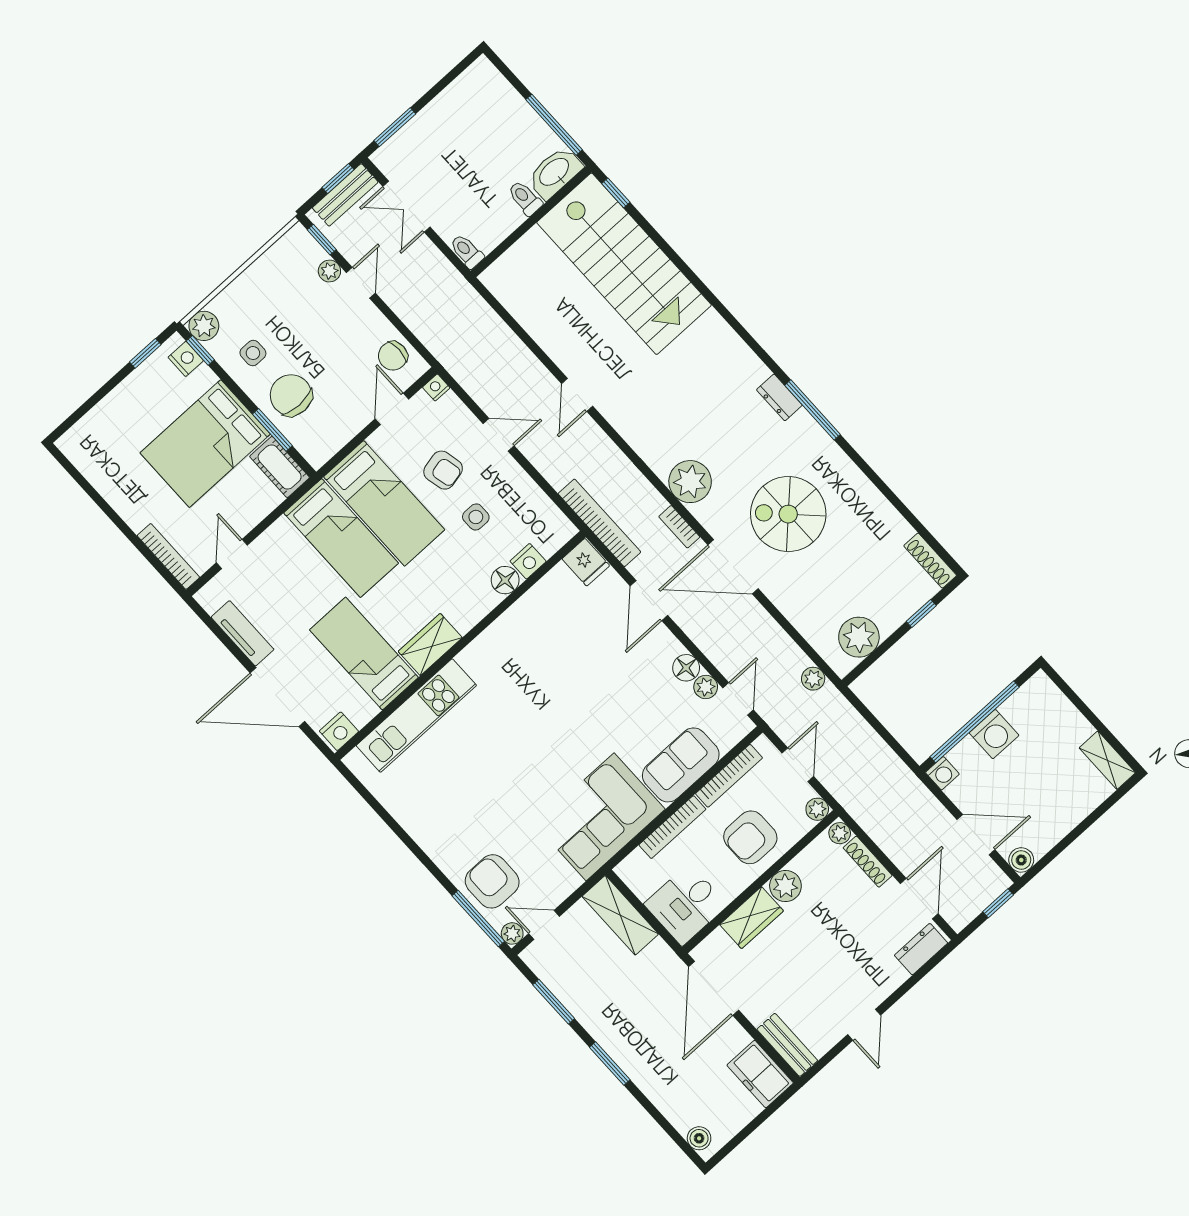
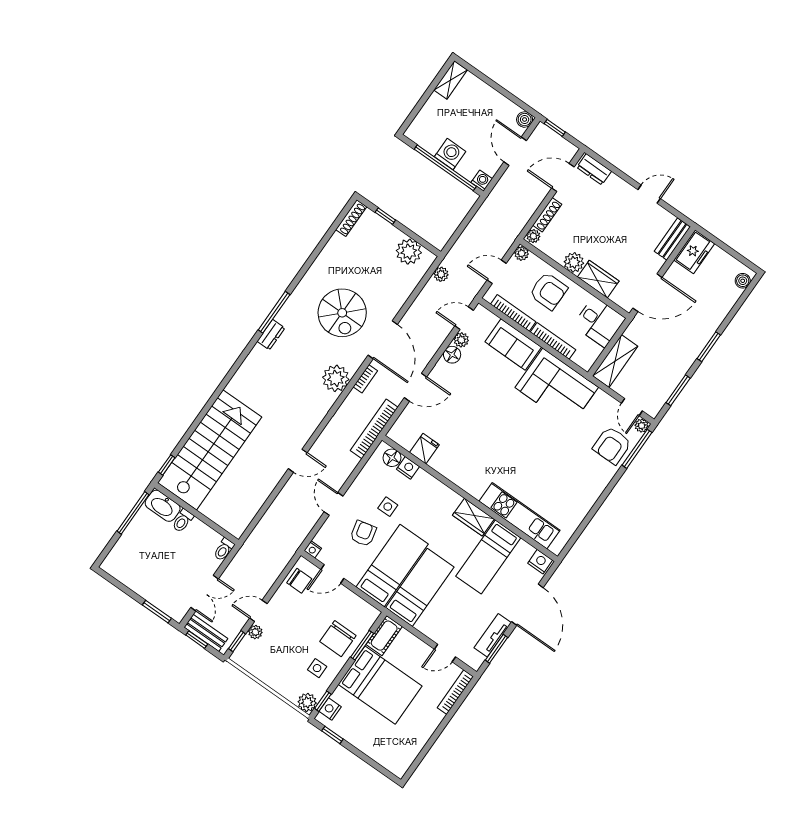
fridge: (586, 562) -> (424, 449), moved
floor lamp: (505, 580) -> (392, 458), moved
window: (221, 634) -> (496, 649), added

